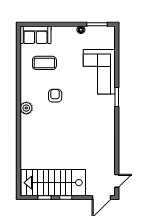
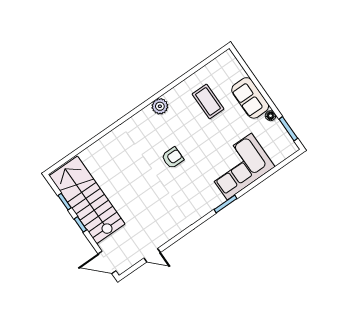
sofa: (35, 35) -> (250, 98), moved
armchair: (55, 96) -> (173, 158), moved
plant: (26, 108) -> (160, 106), moved
door: (117, 181) -> (152, 255), moved

